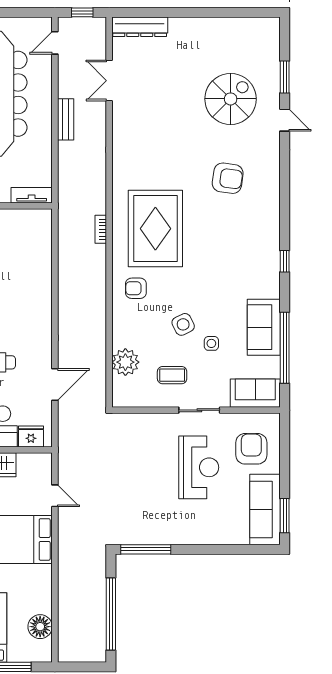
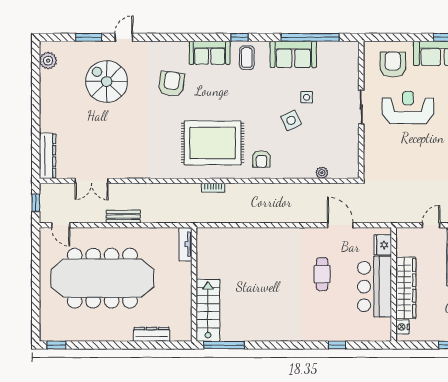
plant: (256, 27) -> (48, 61), added
plant: (125, 362) -> (322, 173), width x0.53, depth x0.53
coffee table: (172, 375) -> (247, 58), moved
sofa: (255, 393) -> (210, 53), moved, turned -90
armchair: (251, 449) -> (393, 65), turned 90

